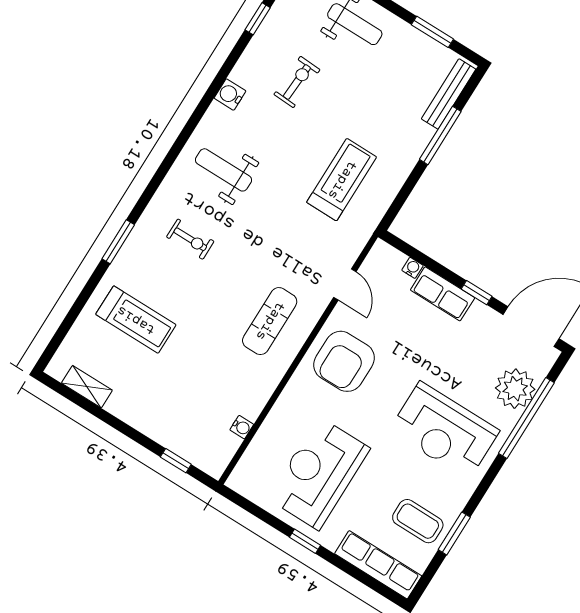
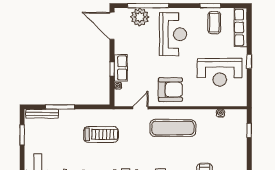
treadmill: (342, 180) -> (101, 134), turned 180
window: (477, 293) -> (112, 69), moved
exercise mat: (270, 321) -> (173, 128), width x1.36, depth x1.45

